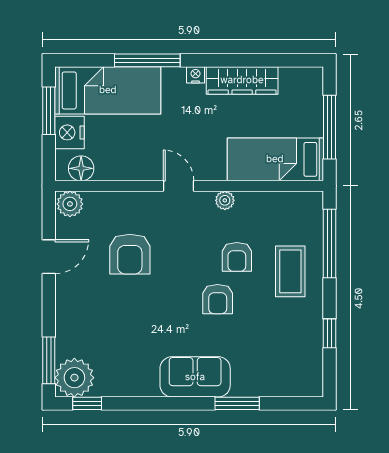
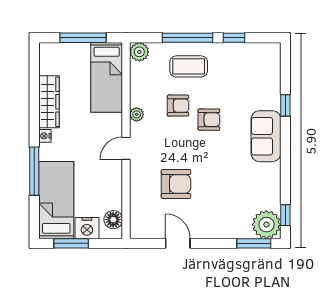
plant: (70, 204) -> (139, 52), moved
window: (329, 244) -> (188, 38), moved
window: (237, 403) -> (285, 105), width x0.67

